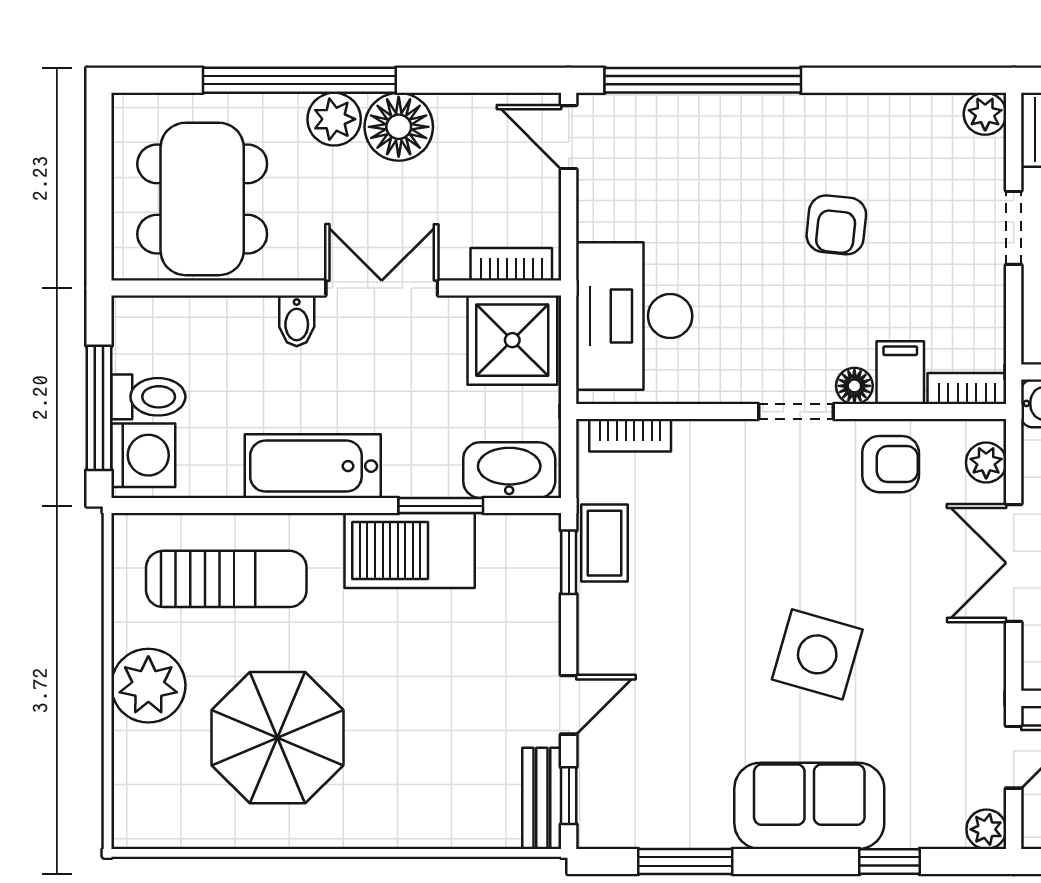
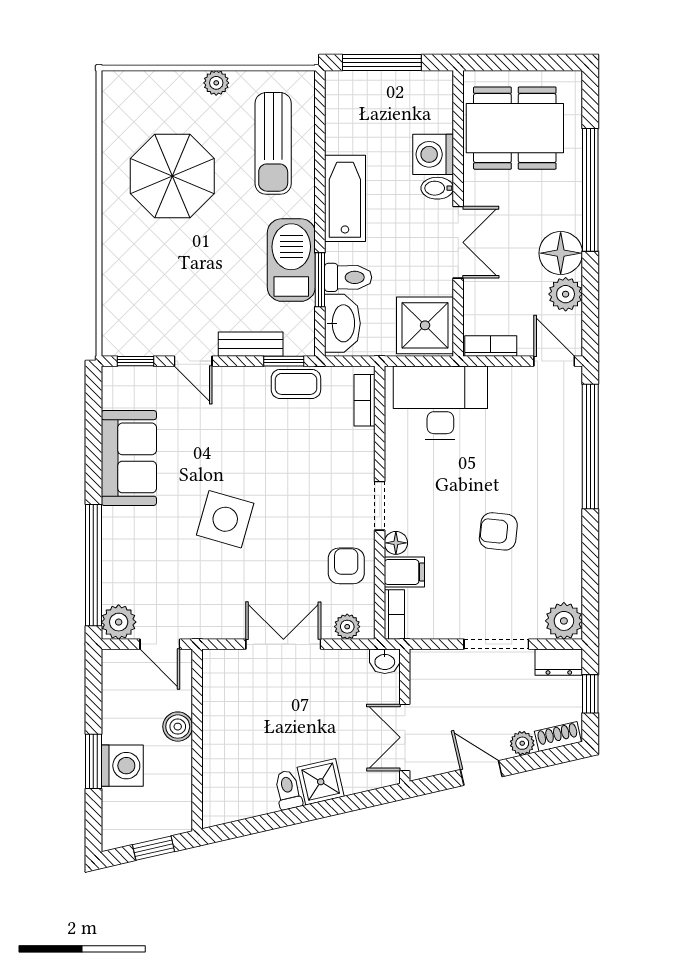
plant: (985, 114) -> (564, 621), width x1.38, depth x1.38
plant: (334, 119) -> (566, 294), moved
door: (569, 137) -> (554, 361), hinge flipped
doorway: (1014, 228) -> (496, 644), width x1.38
bookcase: (511, 264) -> (491, 346), moved, turned -90
toilet: (148, 397) -> (348, 277), moved, turned -90
washing machine: (143, 455) -> (433, 154), moved, turned 90
armchair: (891, 464) -> (346, 566), turned 180
plant: (148, 686) -> (216, 83), width x0.53, depth x0.53
bench: (542, 798) -> (251, 344), moved
sofa: (809, 806) -> (129, 458), moved
plant: (986, 829) -> (119, 622), width x1.38, depth x1.38
window: (685, 861) -> (93, 435), removed
window: (889, 861) -> (93, 565), width x3.17

